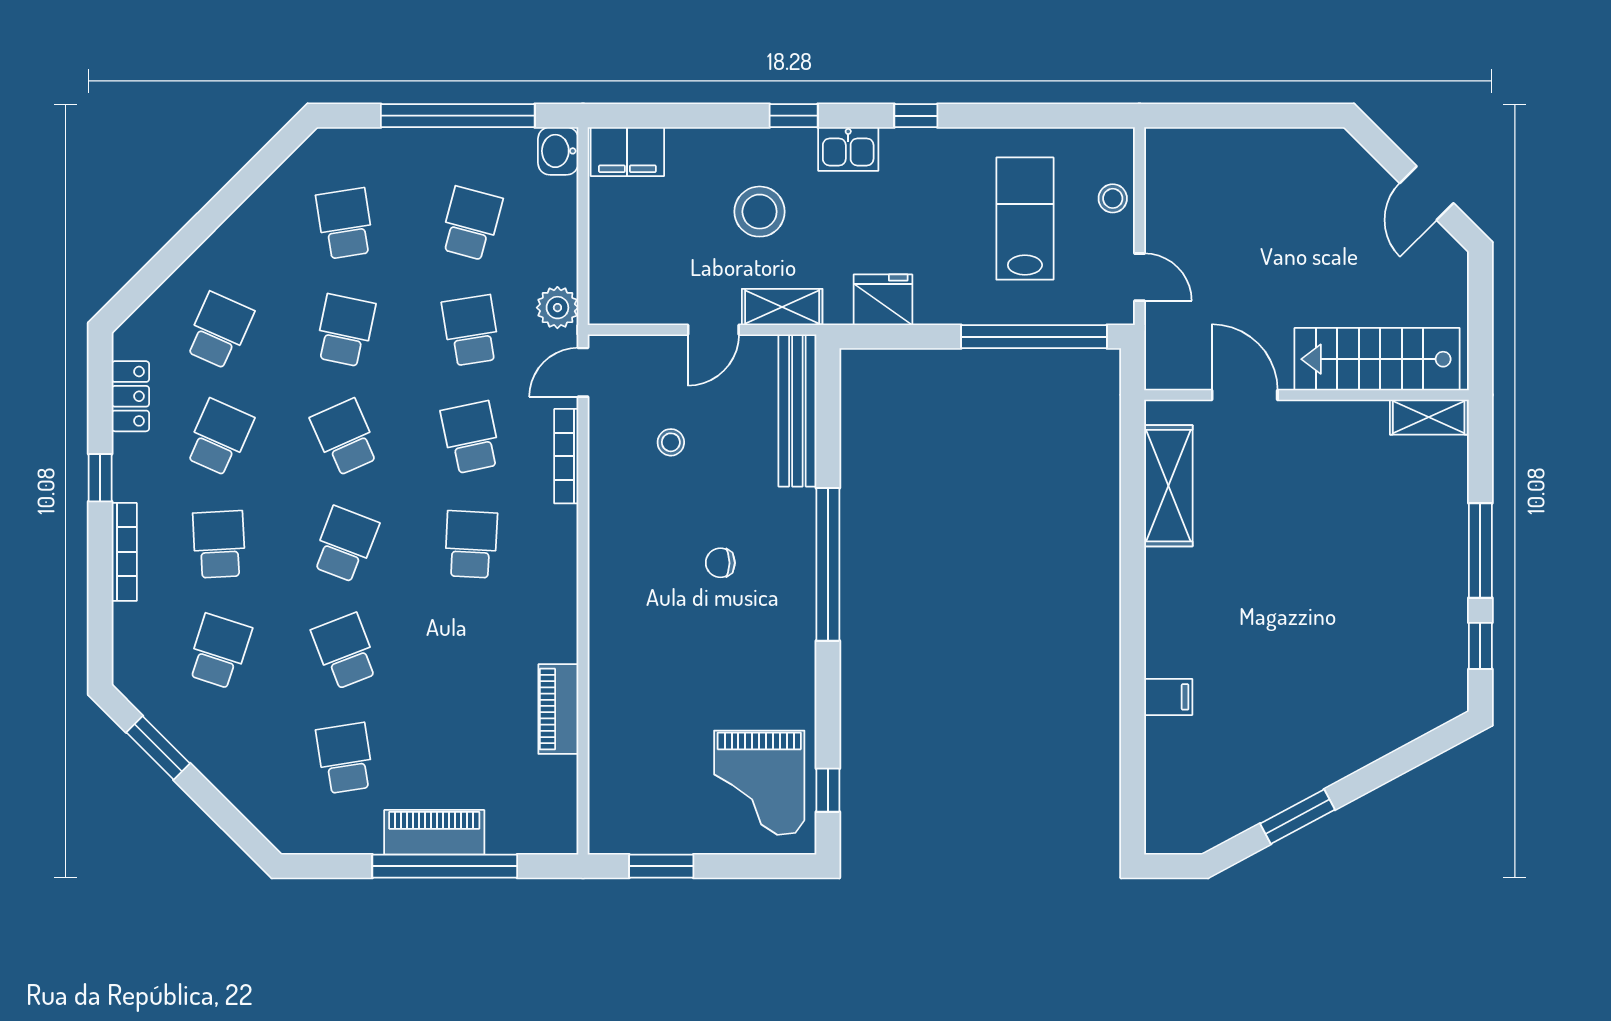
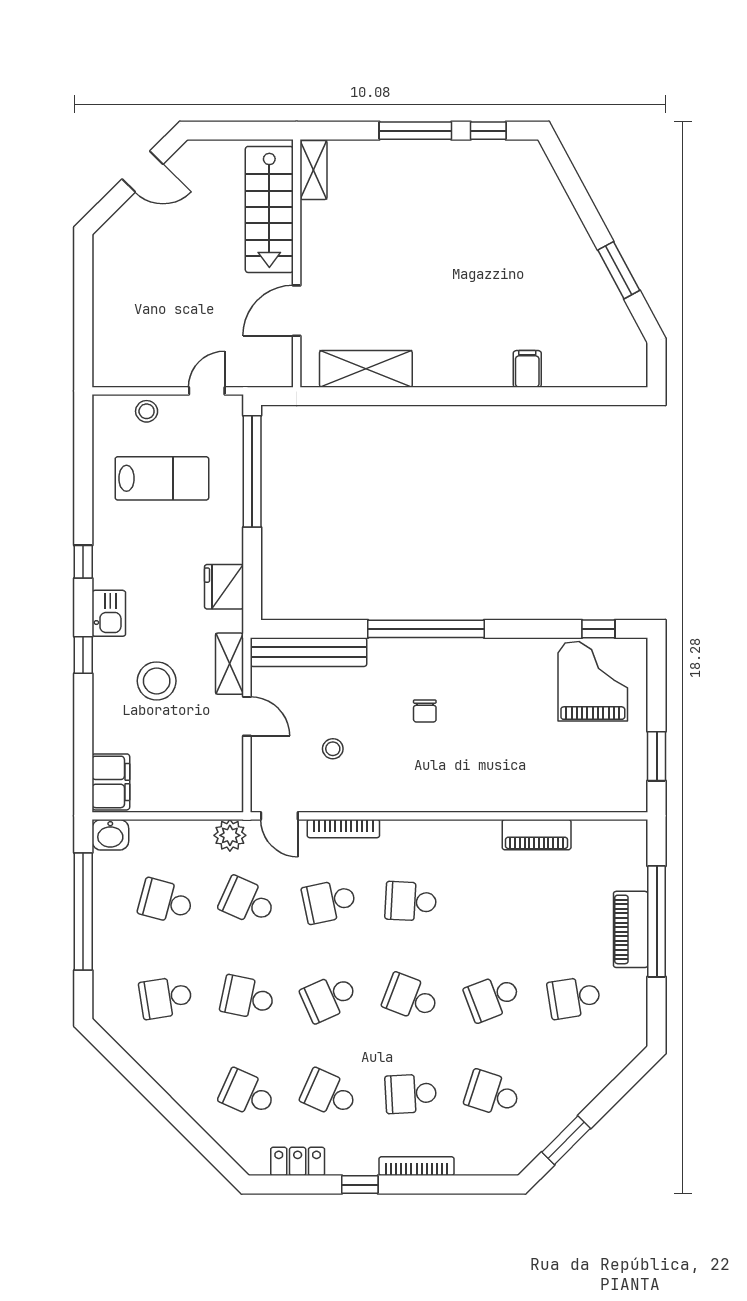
lab bench: (1025, 219) -> (162, 478), turned 180
school desk: (471, 330) -> (247, 901), turned 33
grand piano: (759, 783) -> (593, 681), turned -90

